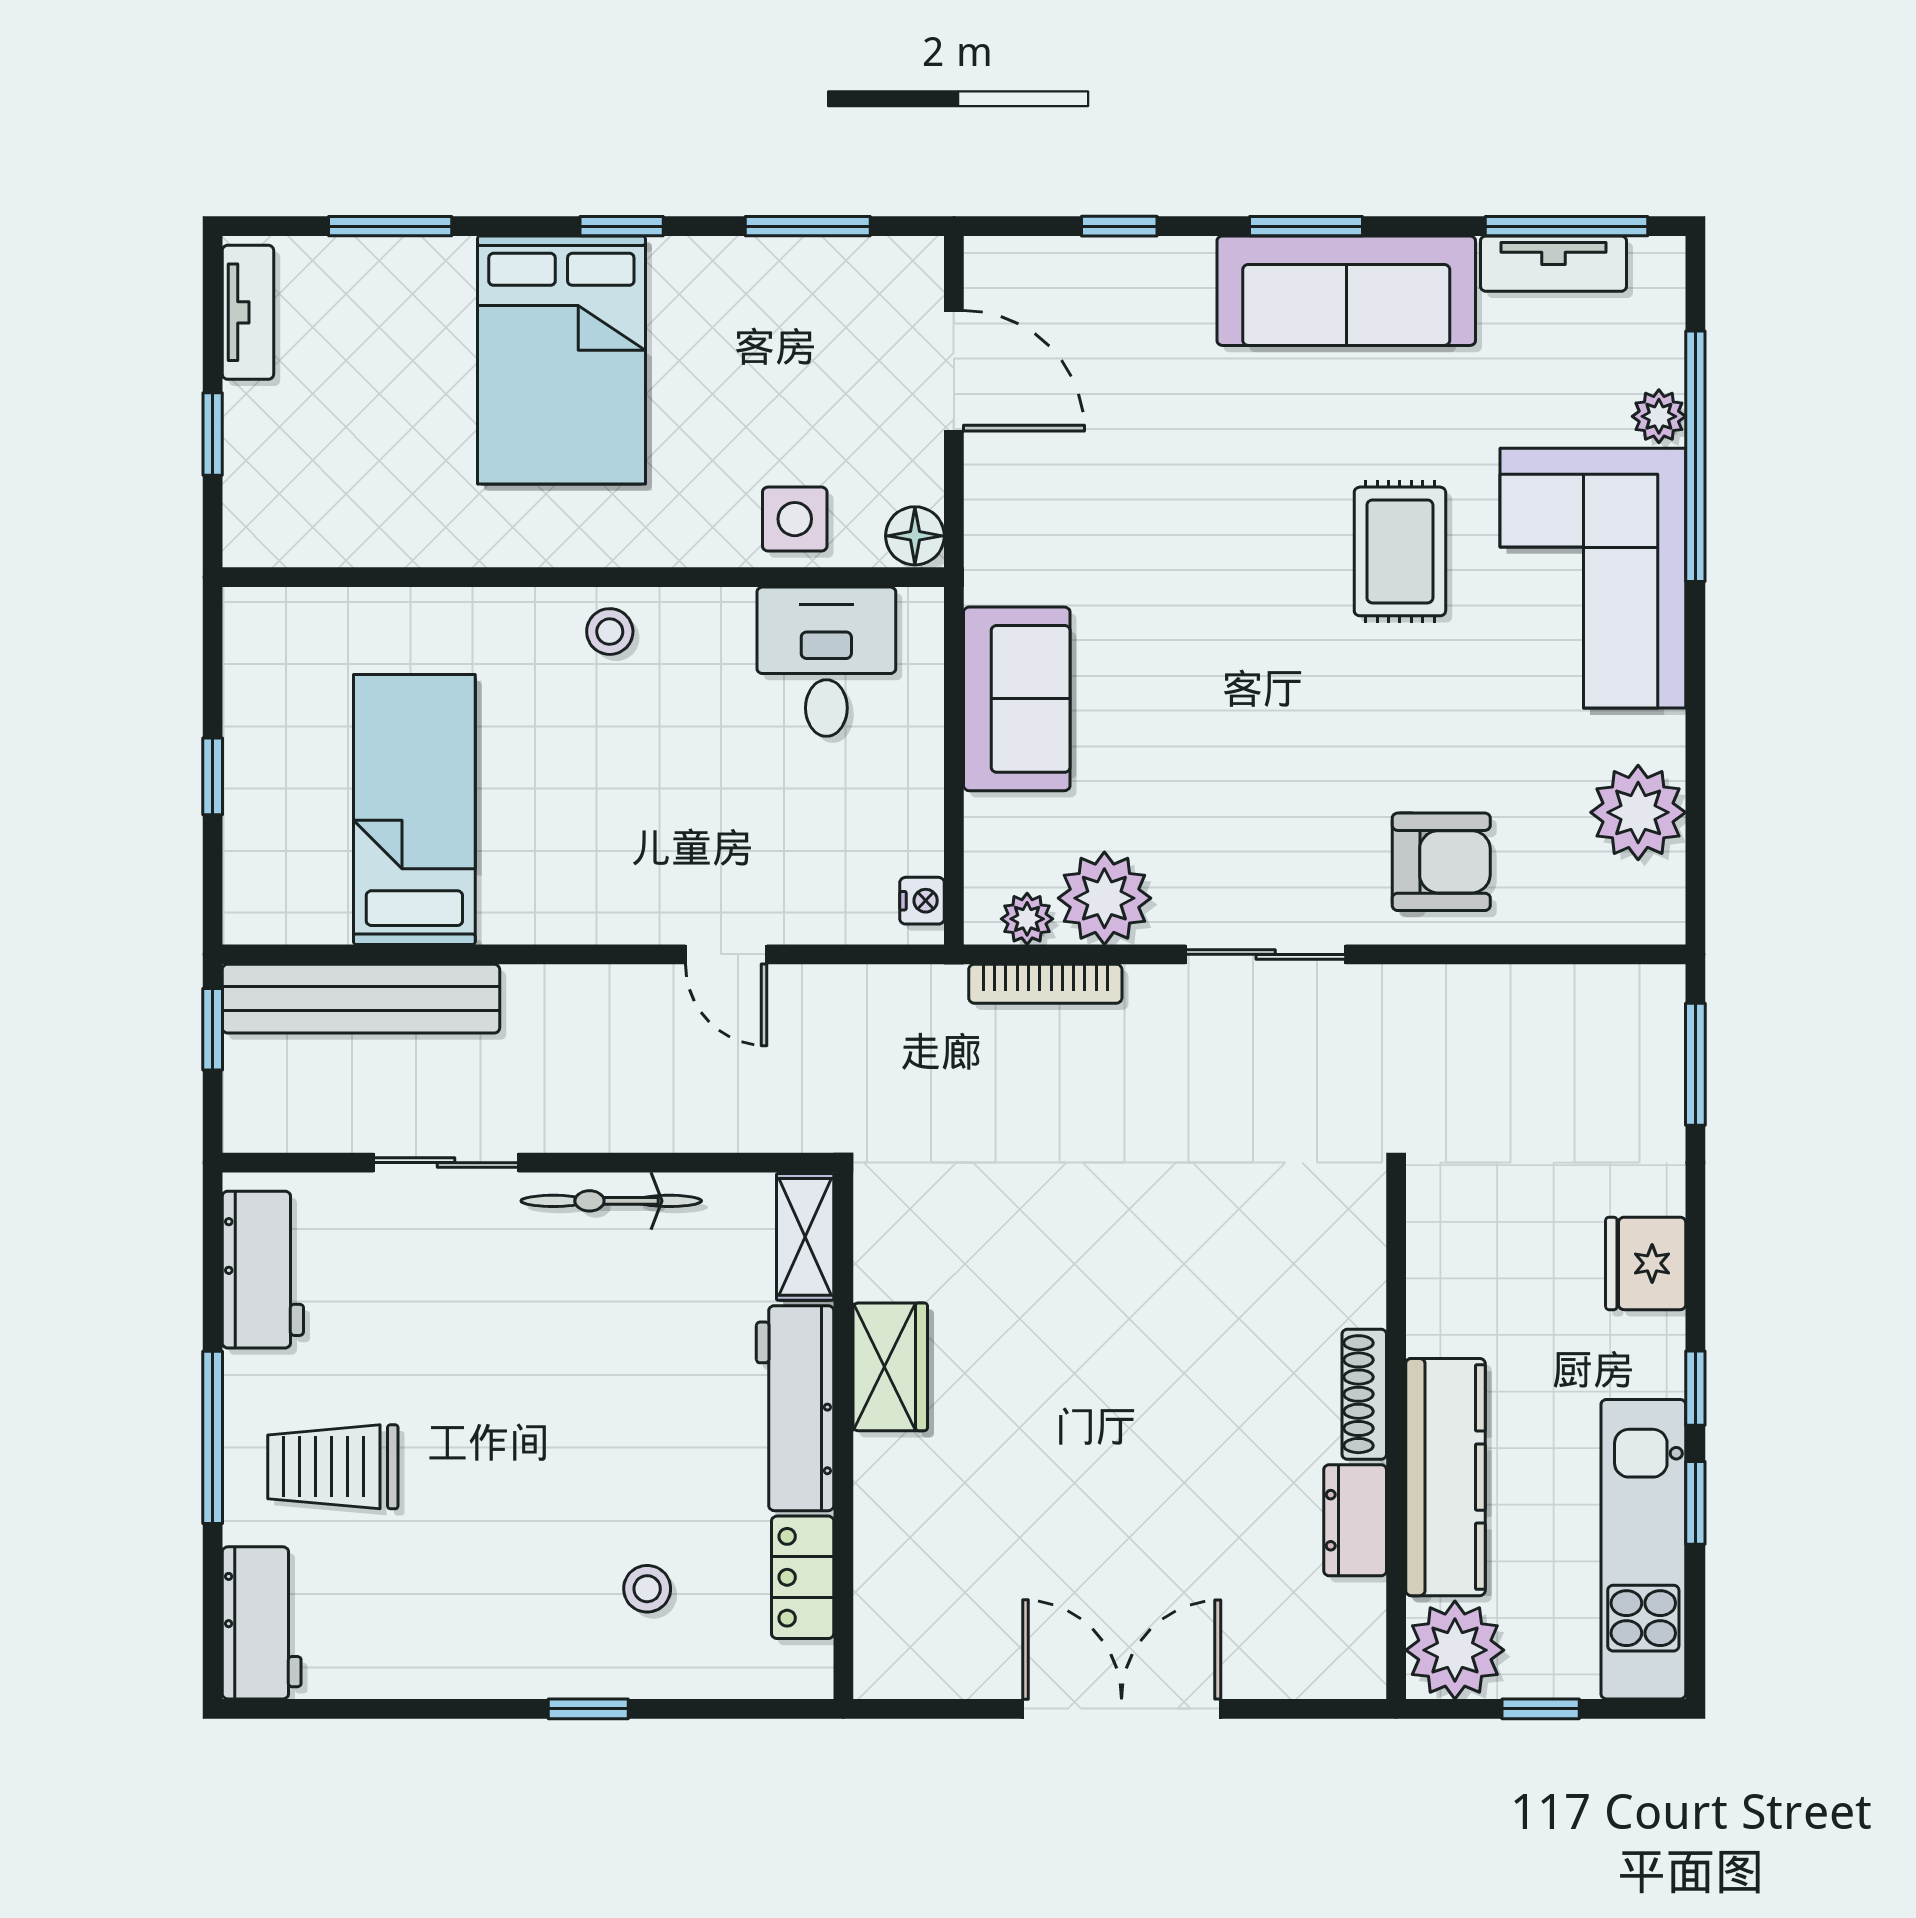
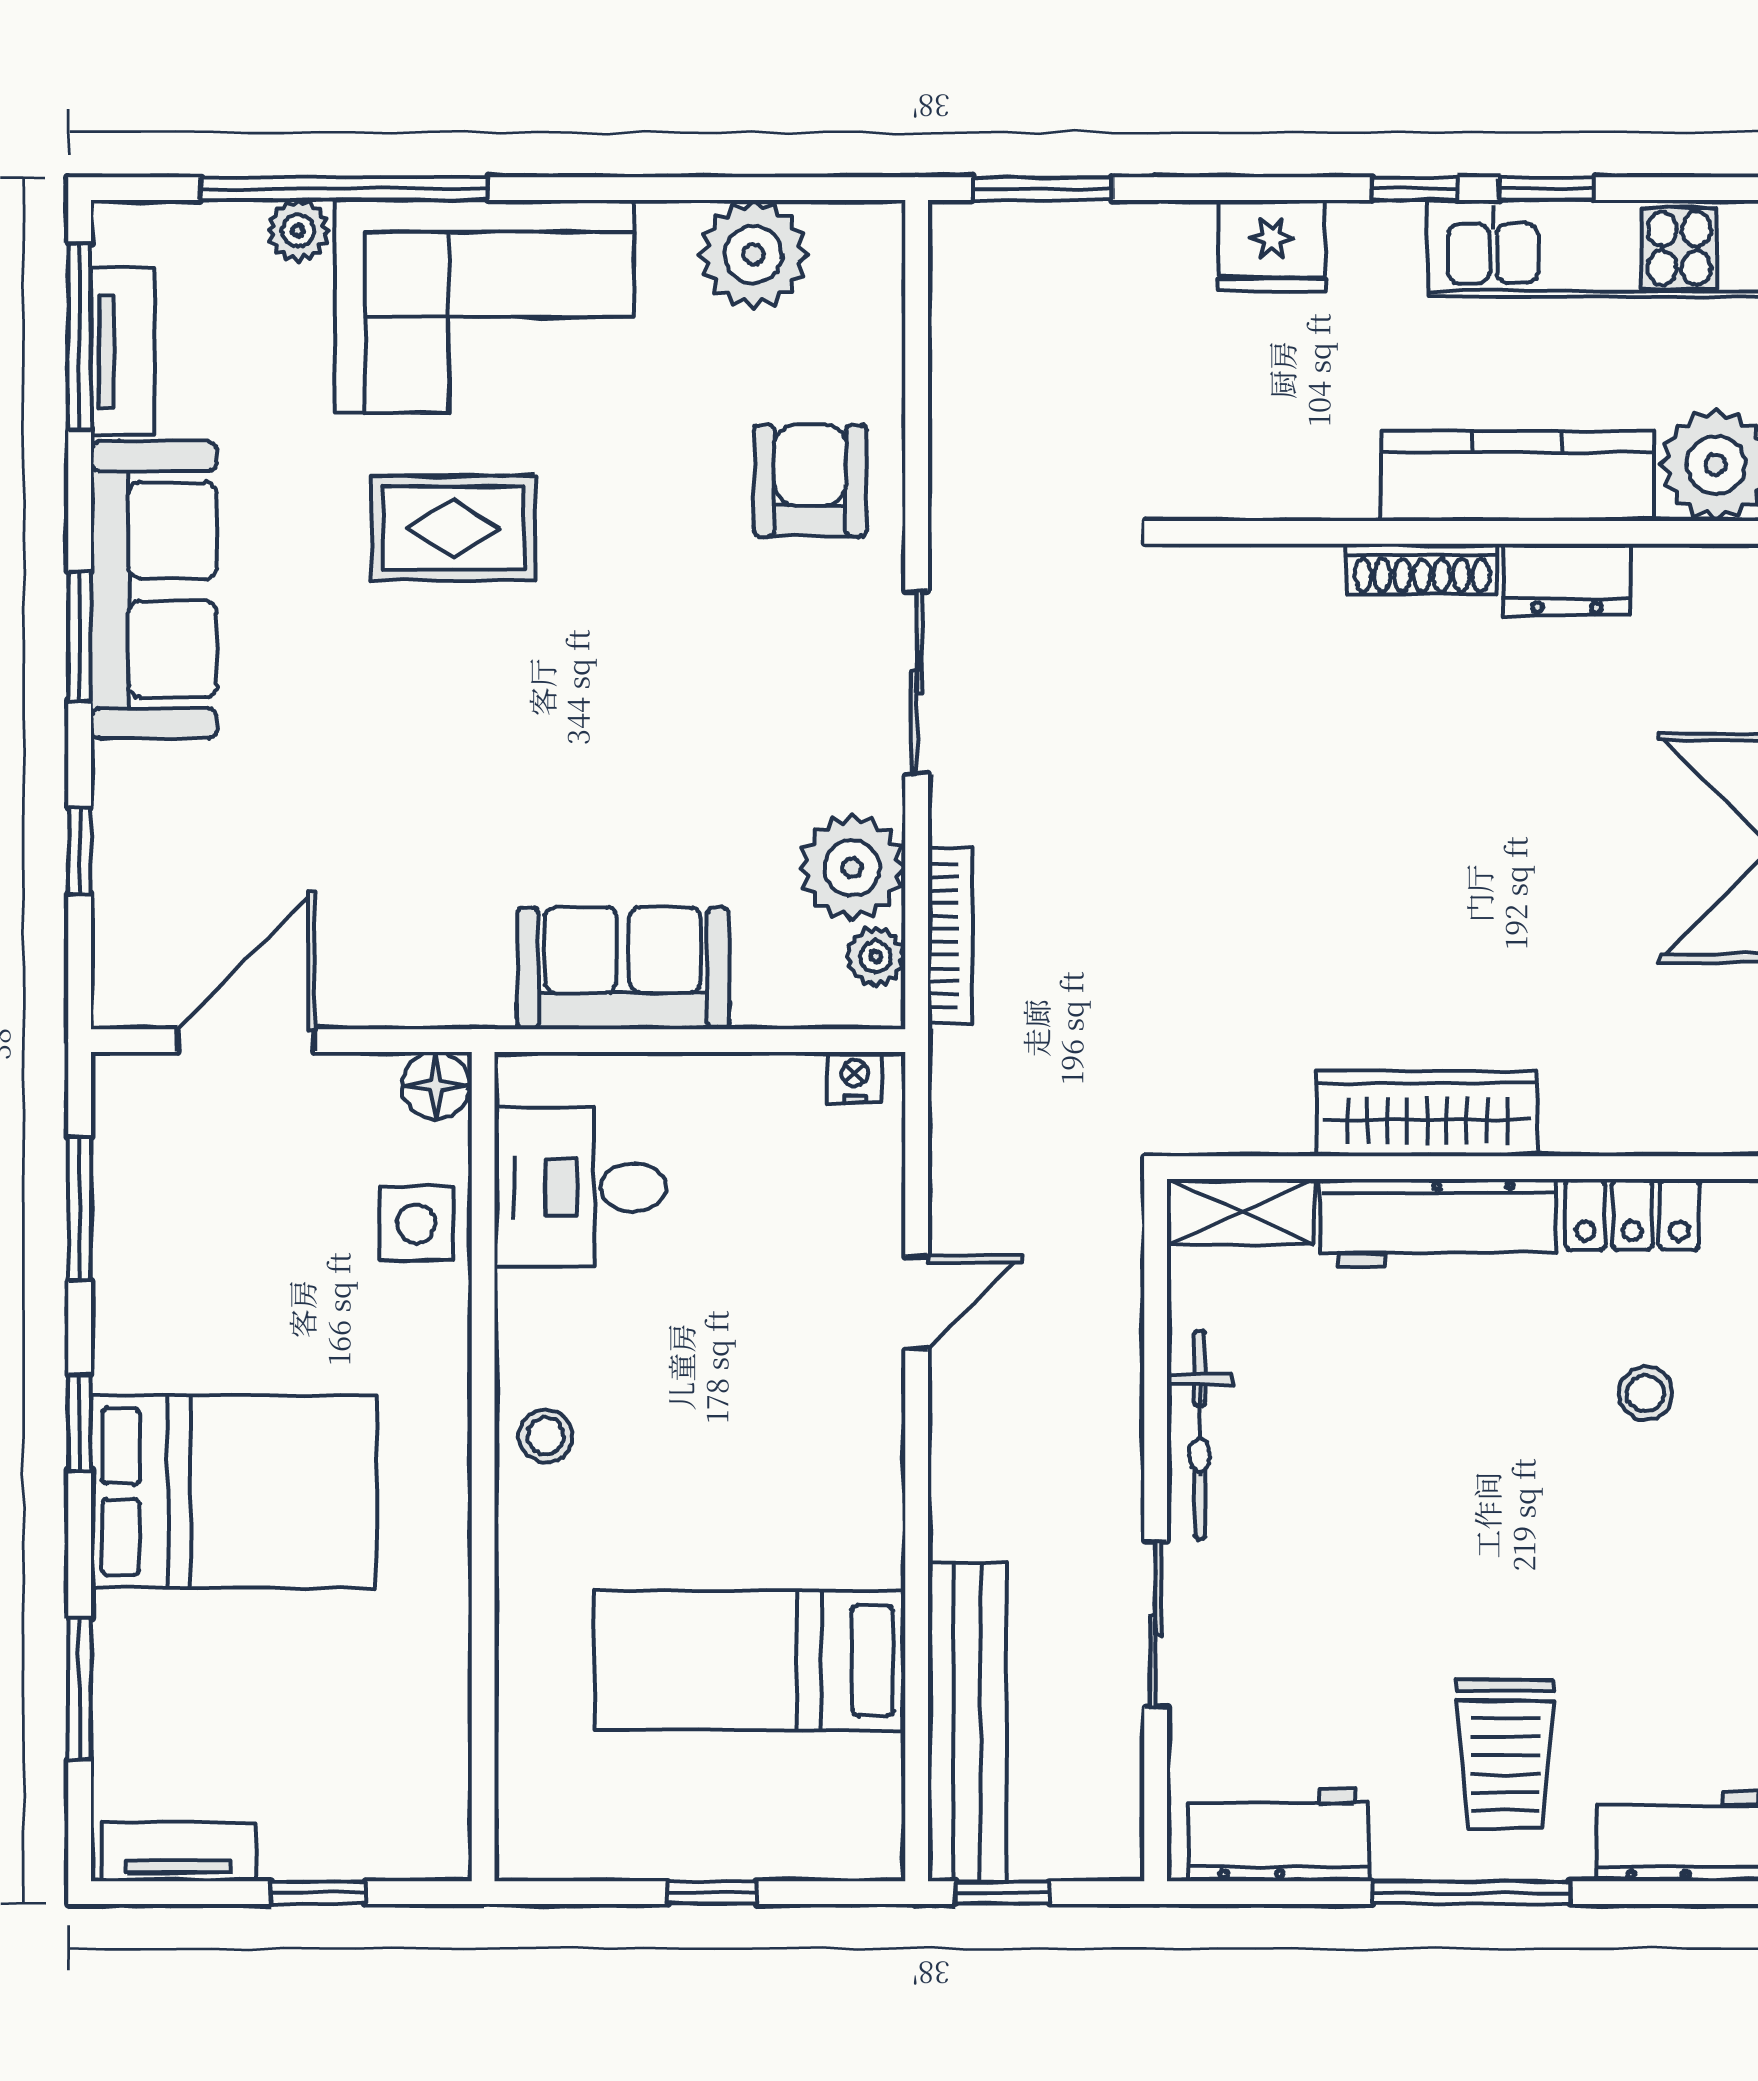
wardrobe: (890, 1367) -> (1427, 1114), width x1.50

